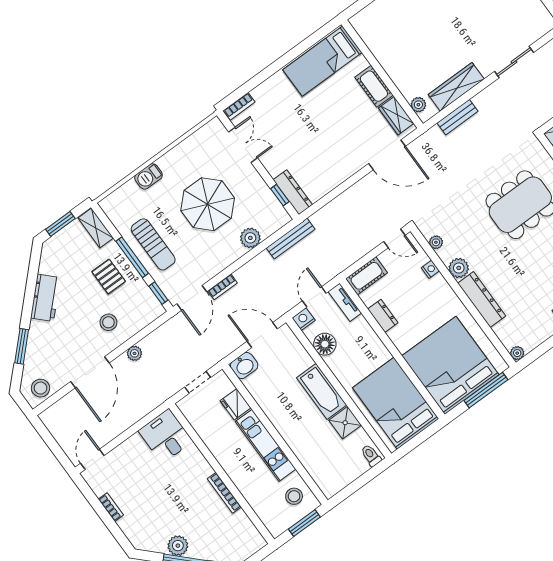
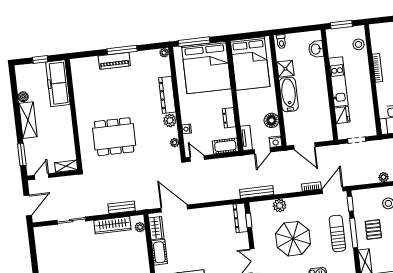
washbasin: (244, 366) -> (316, 49), moved, turned -90
stool: (294, 496) -> (359, 44), moved

